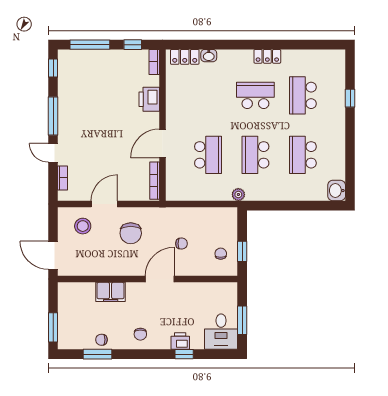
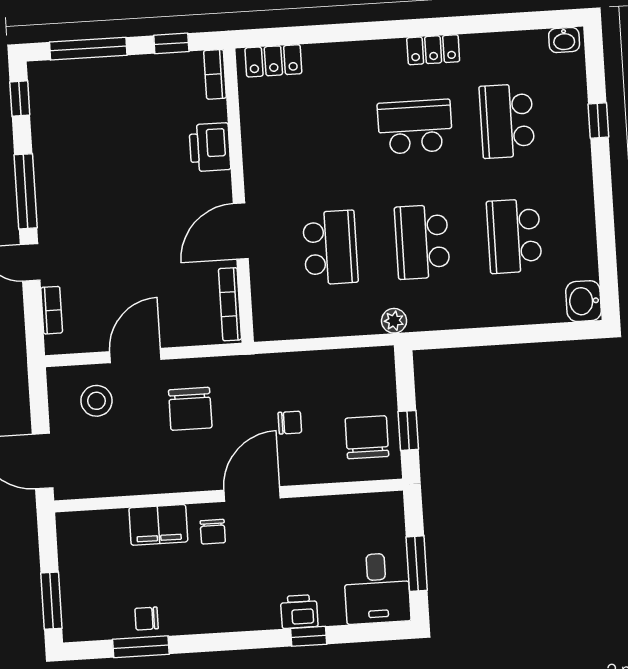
washbasin: (209, 56) -> (564, 40), moved
chair: (221, 254) -> (367, 437), width x1.87, depth x1.87
chair: (140, 334) -> (213, 532), moved

